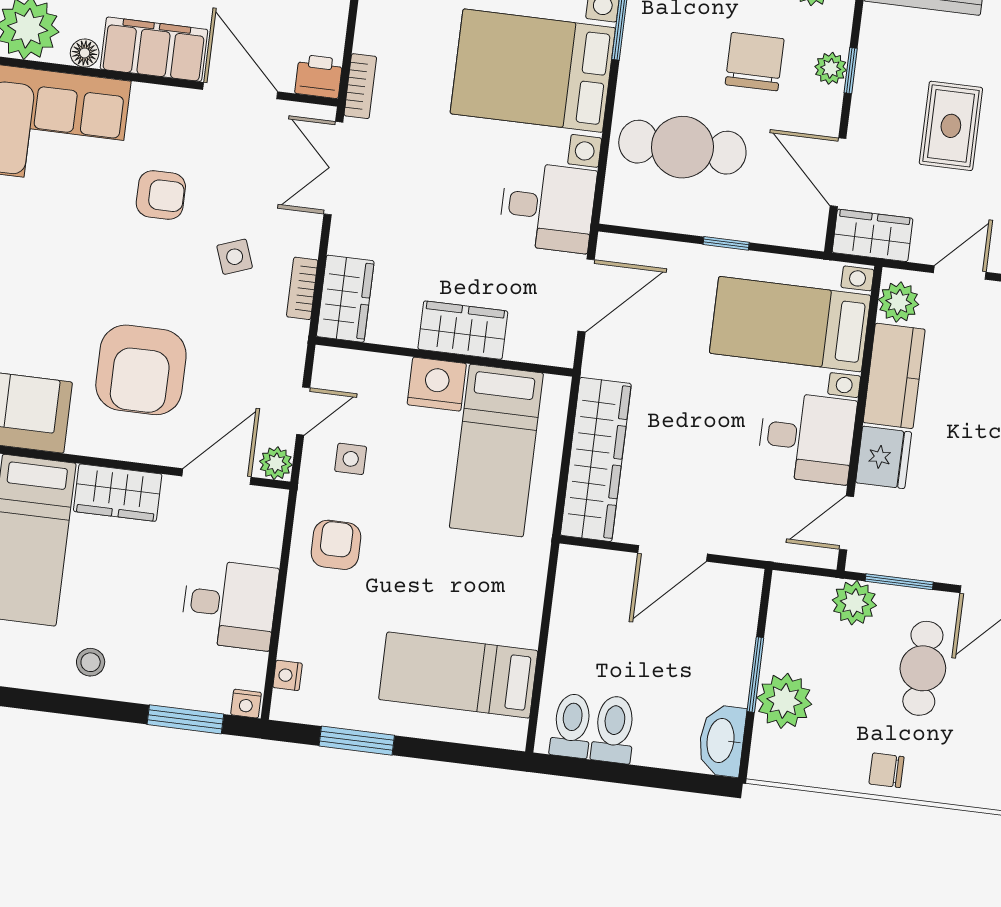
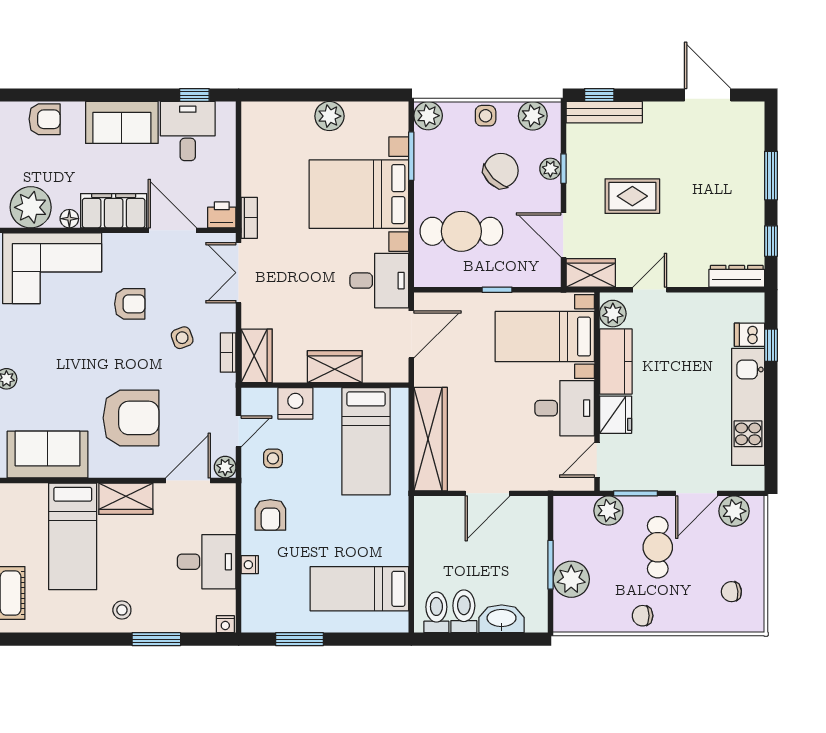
chair: (755, 62) -> (501, 171), turned 45
rug: (951, 126) -> (632, 196), turned 90
armchair: (141, 370) -> (131, 418), turned -90
nightstand: (437, 384) -> (295, 403), moved
armchair: (336, 545) -> (270, 515), turned 180
nightstand: (288, 675) -> (250, 565), moved
window: (185, 719) -> (156, 639), moved
washbasin: (722, 741) -> (502, 619), moved, turned 90

